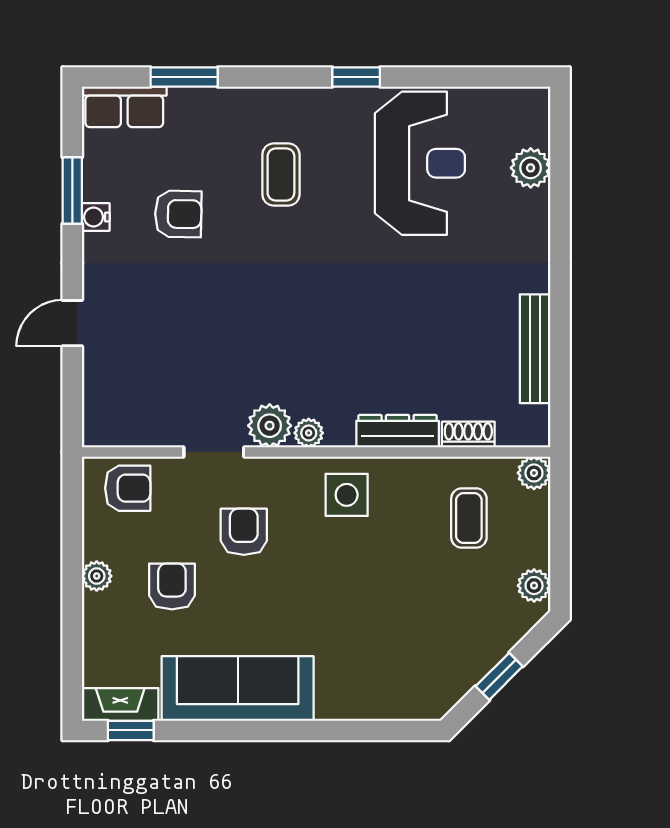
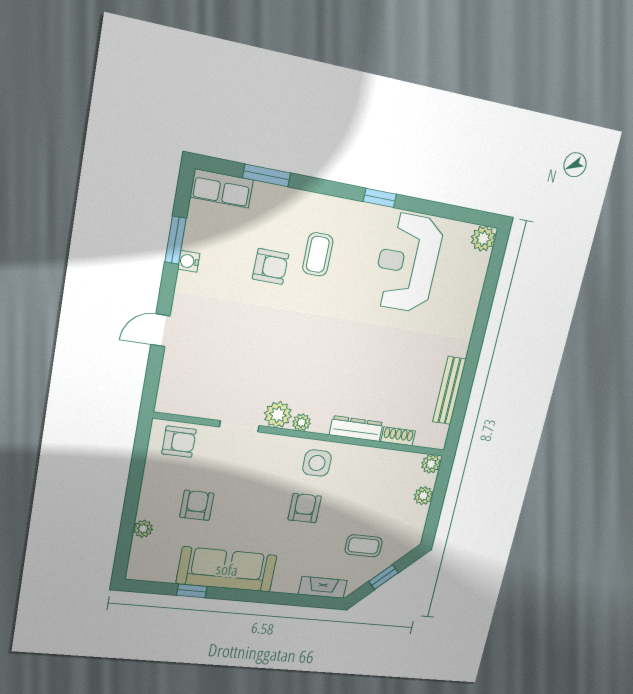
reception desk: (420, 163) -> (407, 263), turned 180
plant: (531, 168) -> (483, 239), moved
armchair: (178, 214) -> (270, 266), moved
coffee table: (469, 518) -> (364, 546), moved, turned 90
armchair: (244, 532) -> (305, 508), moved
plant: (97, 576) -> (143, 529), moved
plant: (534, 586) -> (423, 496), moved
fireplace: (120, 704) -> (323, 587), moved
window: (131, 730) -> (192, 591), moved

